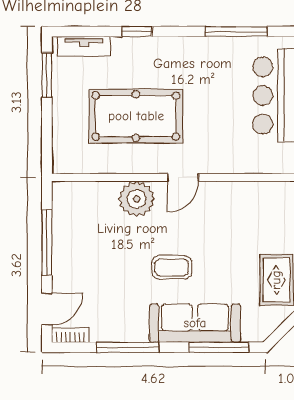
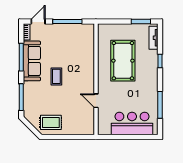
door: (183, 177) -> (96, 101), moved
plant: (137, 199) -> (86, 61), removed
door: (47, 309) -> (38, 22), swing flipped
sofa: (195, 323) -> (32, 61), moved

